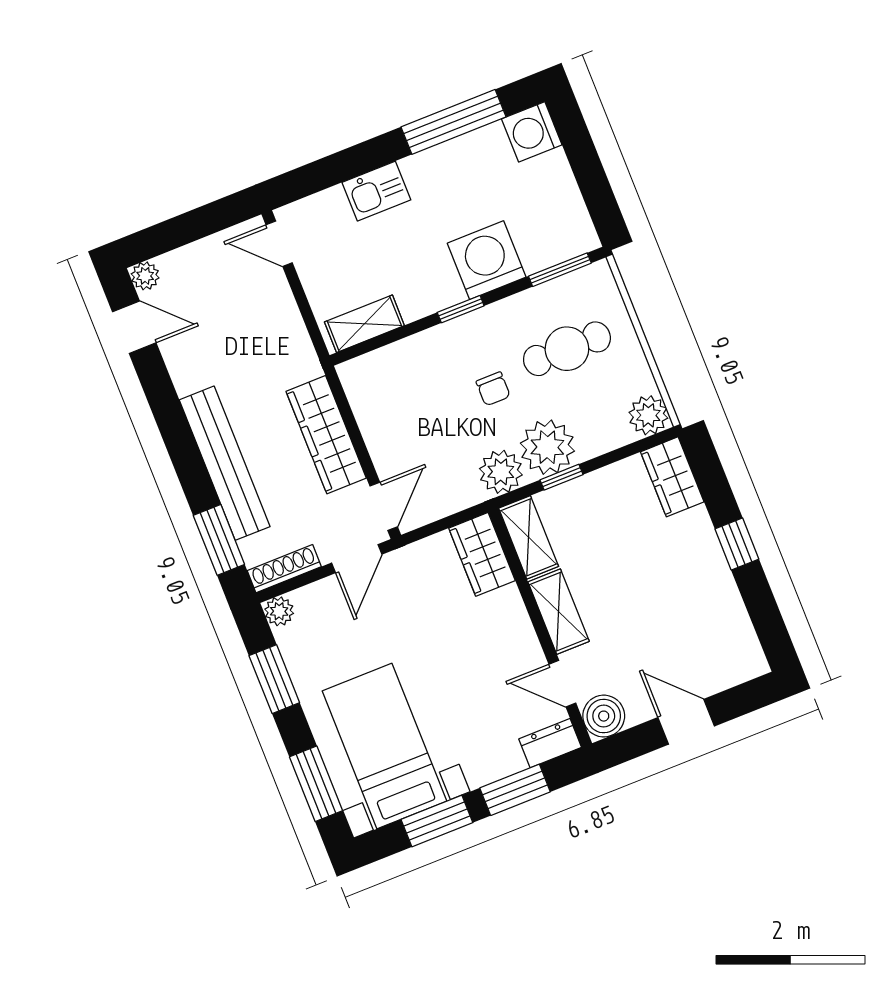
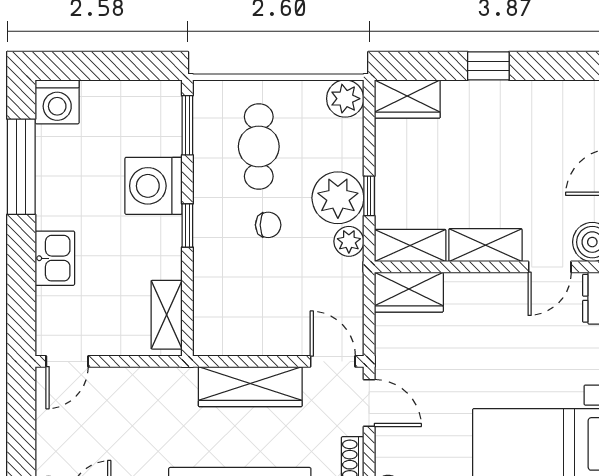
plant: (501, 472) -> (349, 241), width x0.73, depth x0.73

